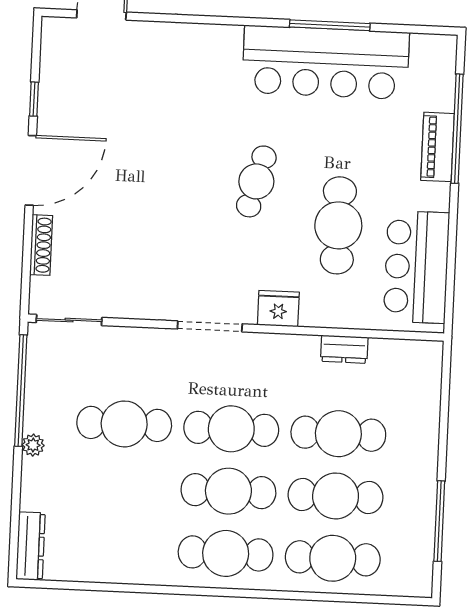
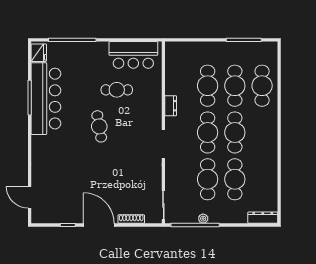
piano: (438, 147) -> (81, 48), removed
cafe table: (256, 181) -> (99, 126), turned 65
cafe table: (338, 225) -> (117, 90), width x0.73, depth x0.74
fridge: (278, 309) -> (39, 53), moved, turned 180
dresser: (344, 349) -> (171, 106), moved
plant: (33, 445) -> (203, 219), moved
cafe table: (226, 553) -> (235, 179), moved

